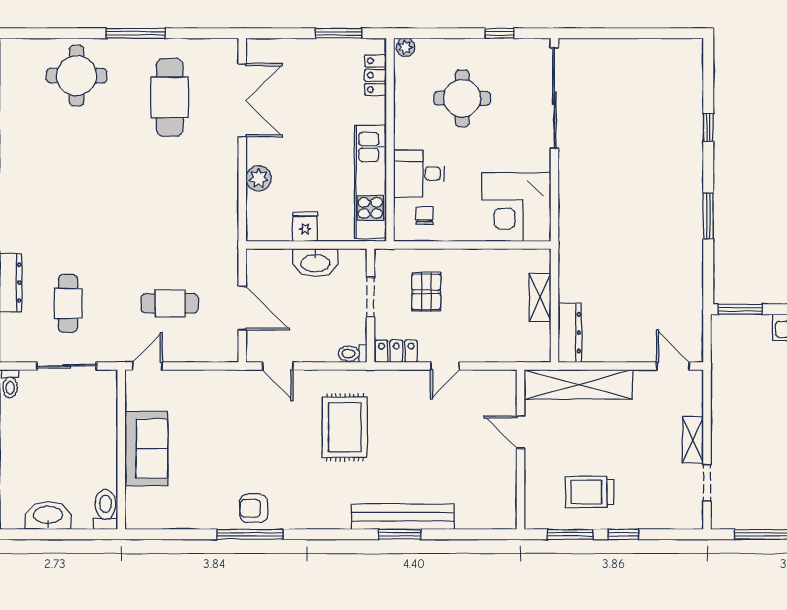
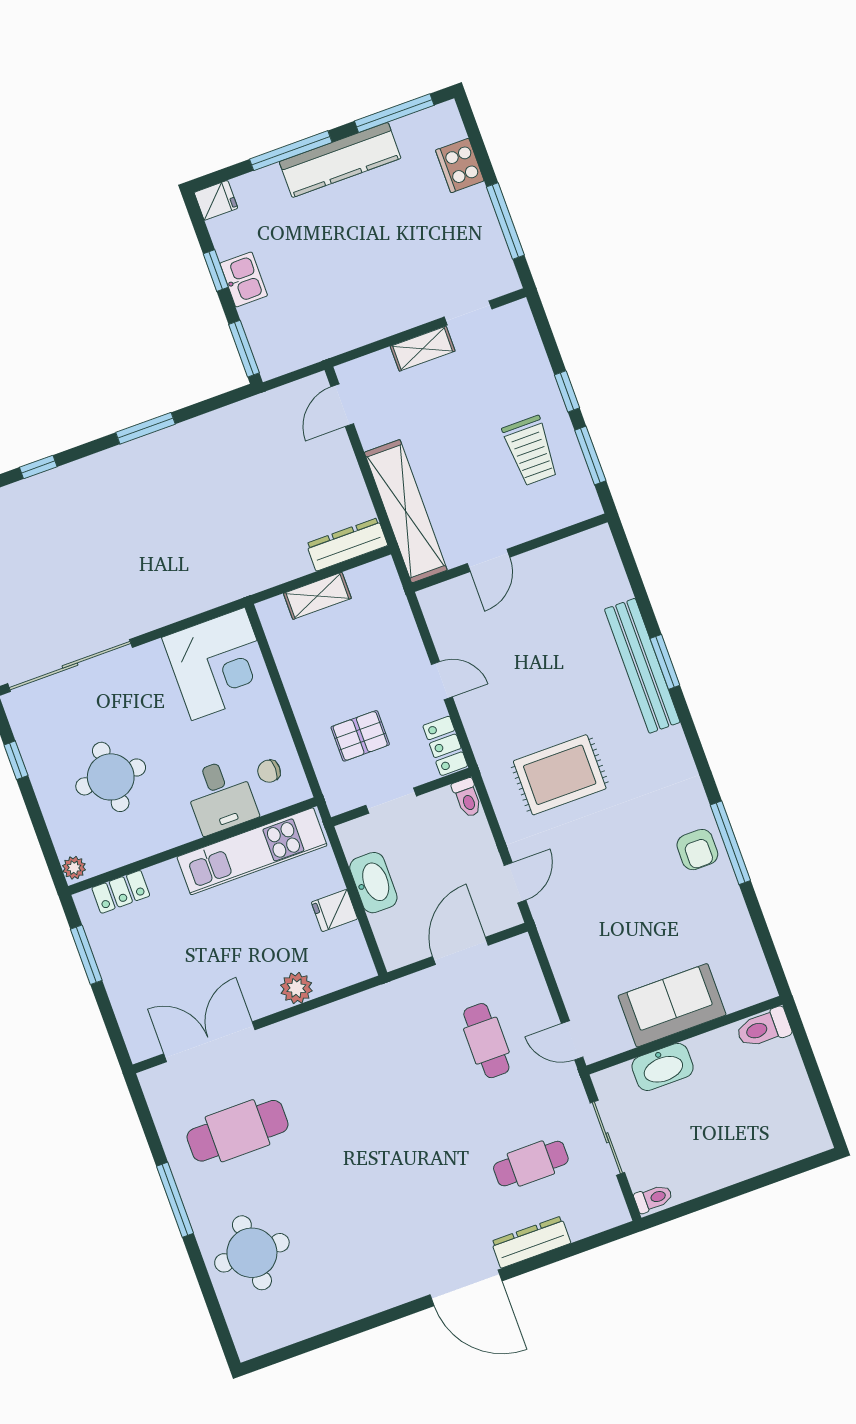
washbasin: (48, 516) -> (663, 1067), moved, turned -90

